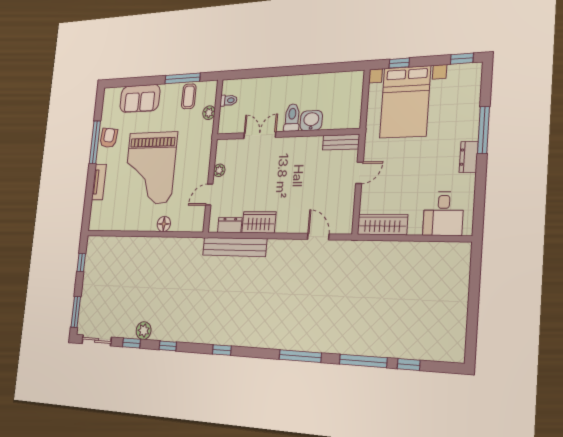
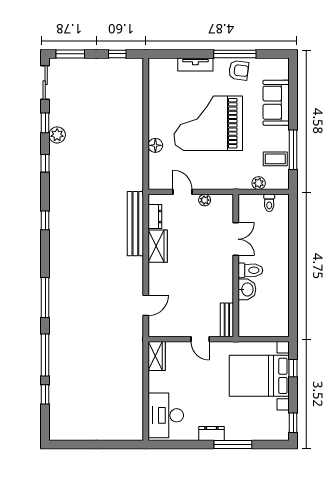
desk: (443, 214) -> (166, 415), width x1.37
wardrobe: (382, 225) -> (157, 356), width x0.67

